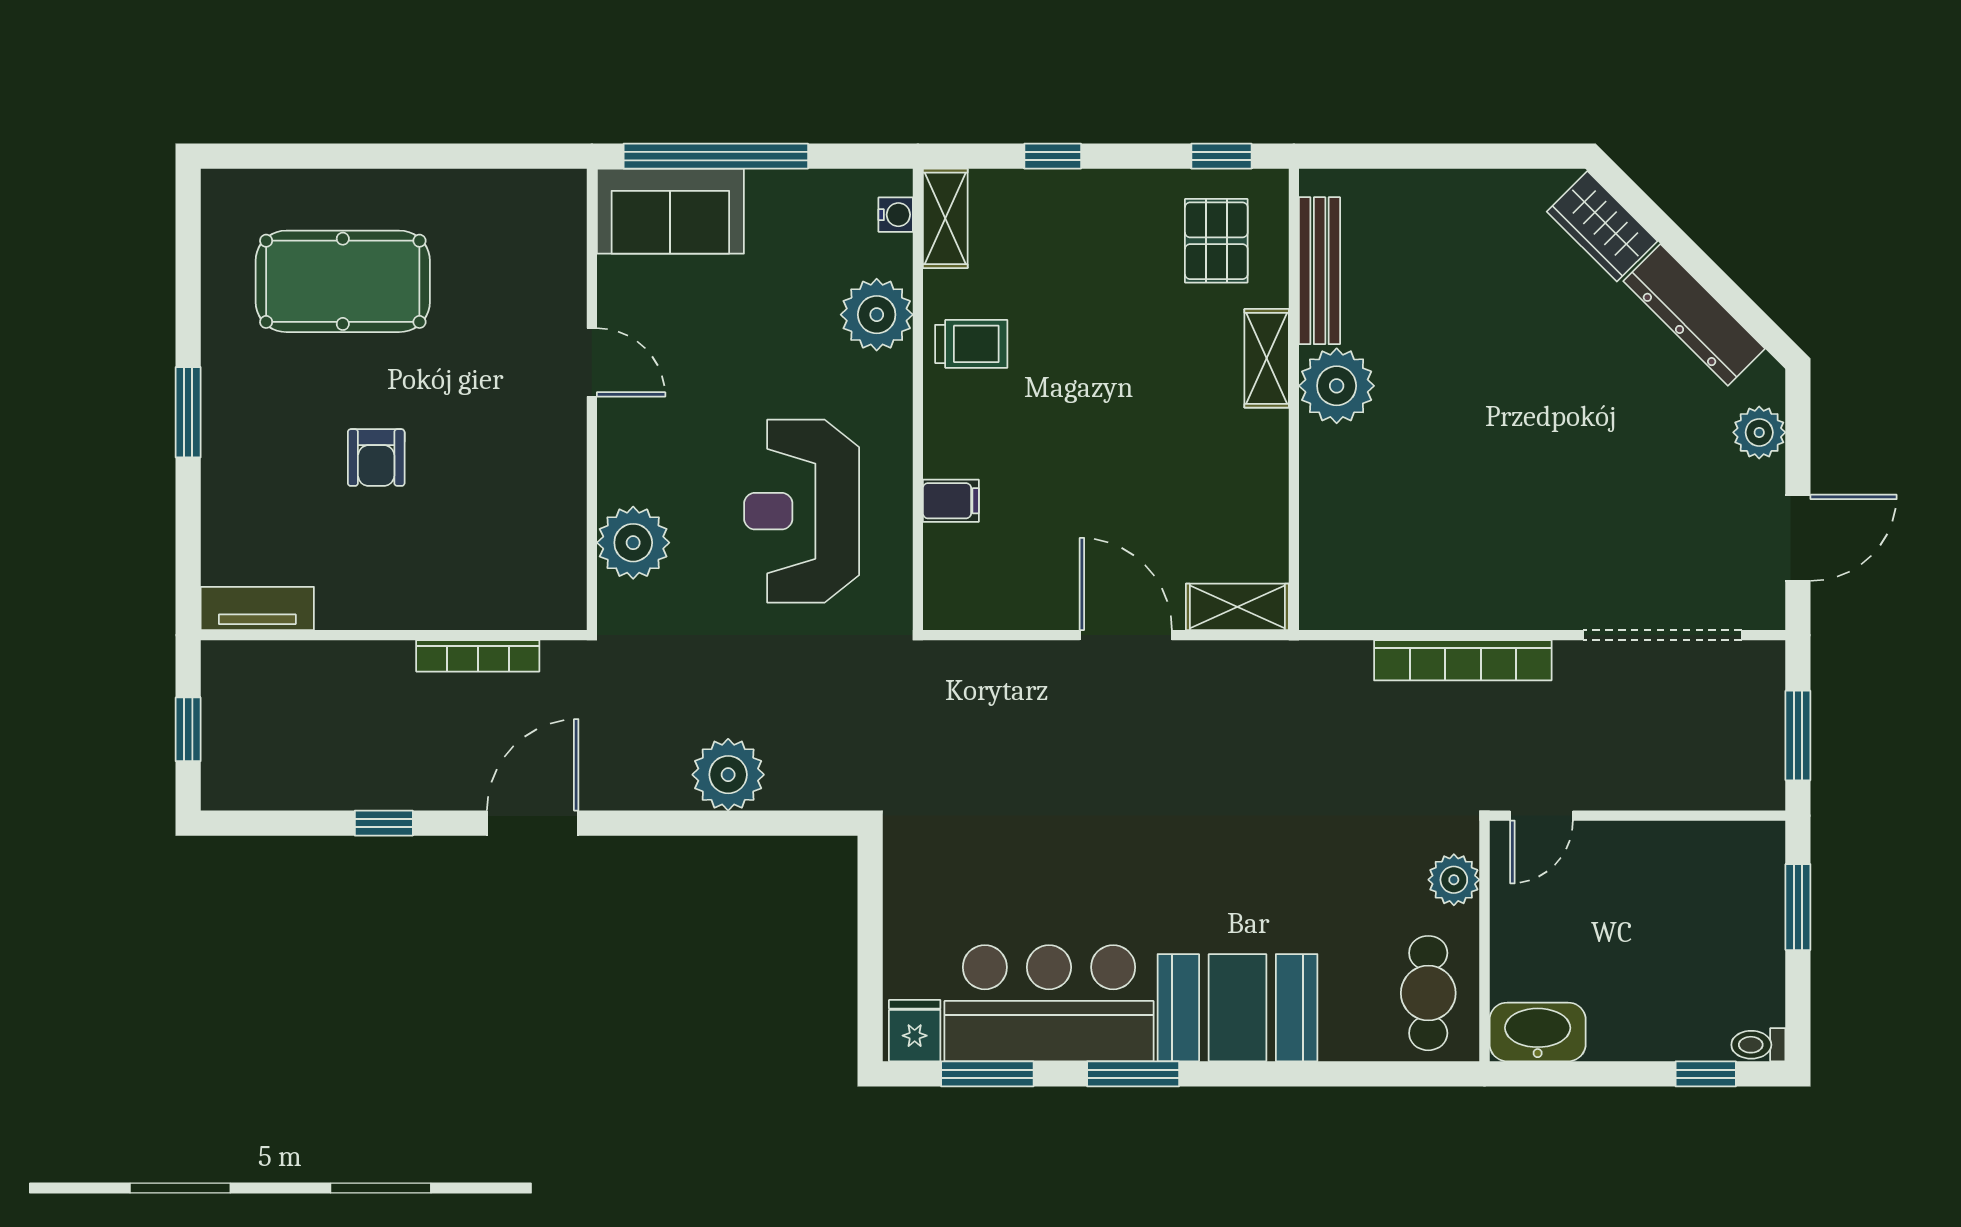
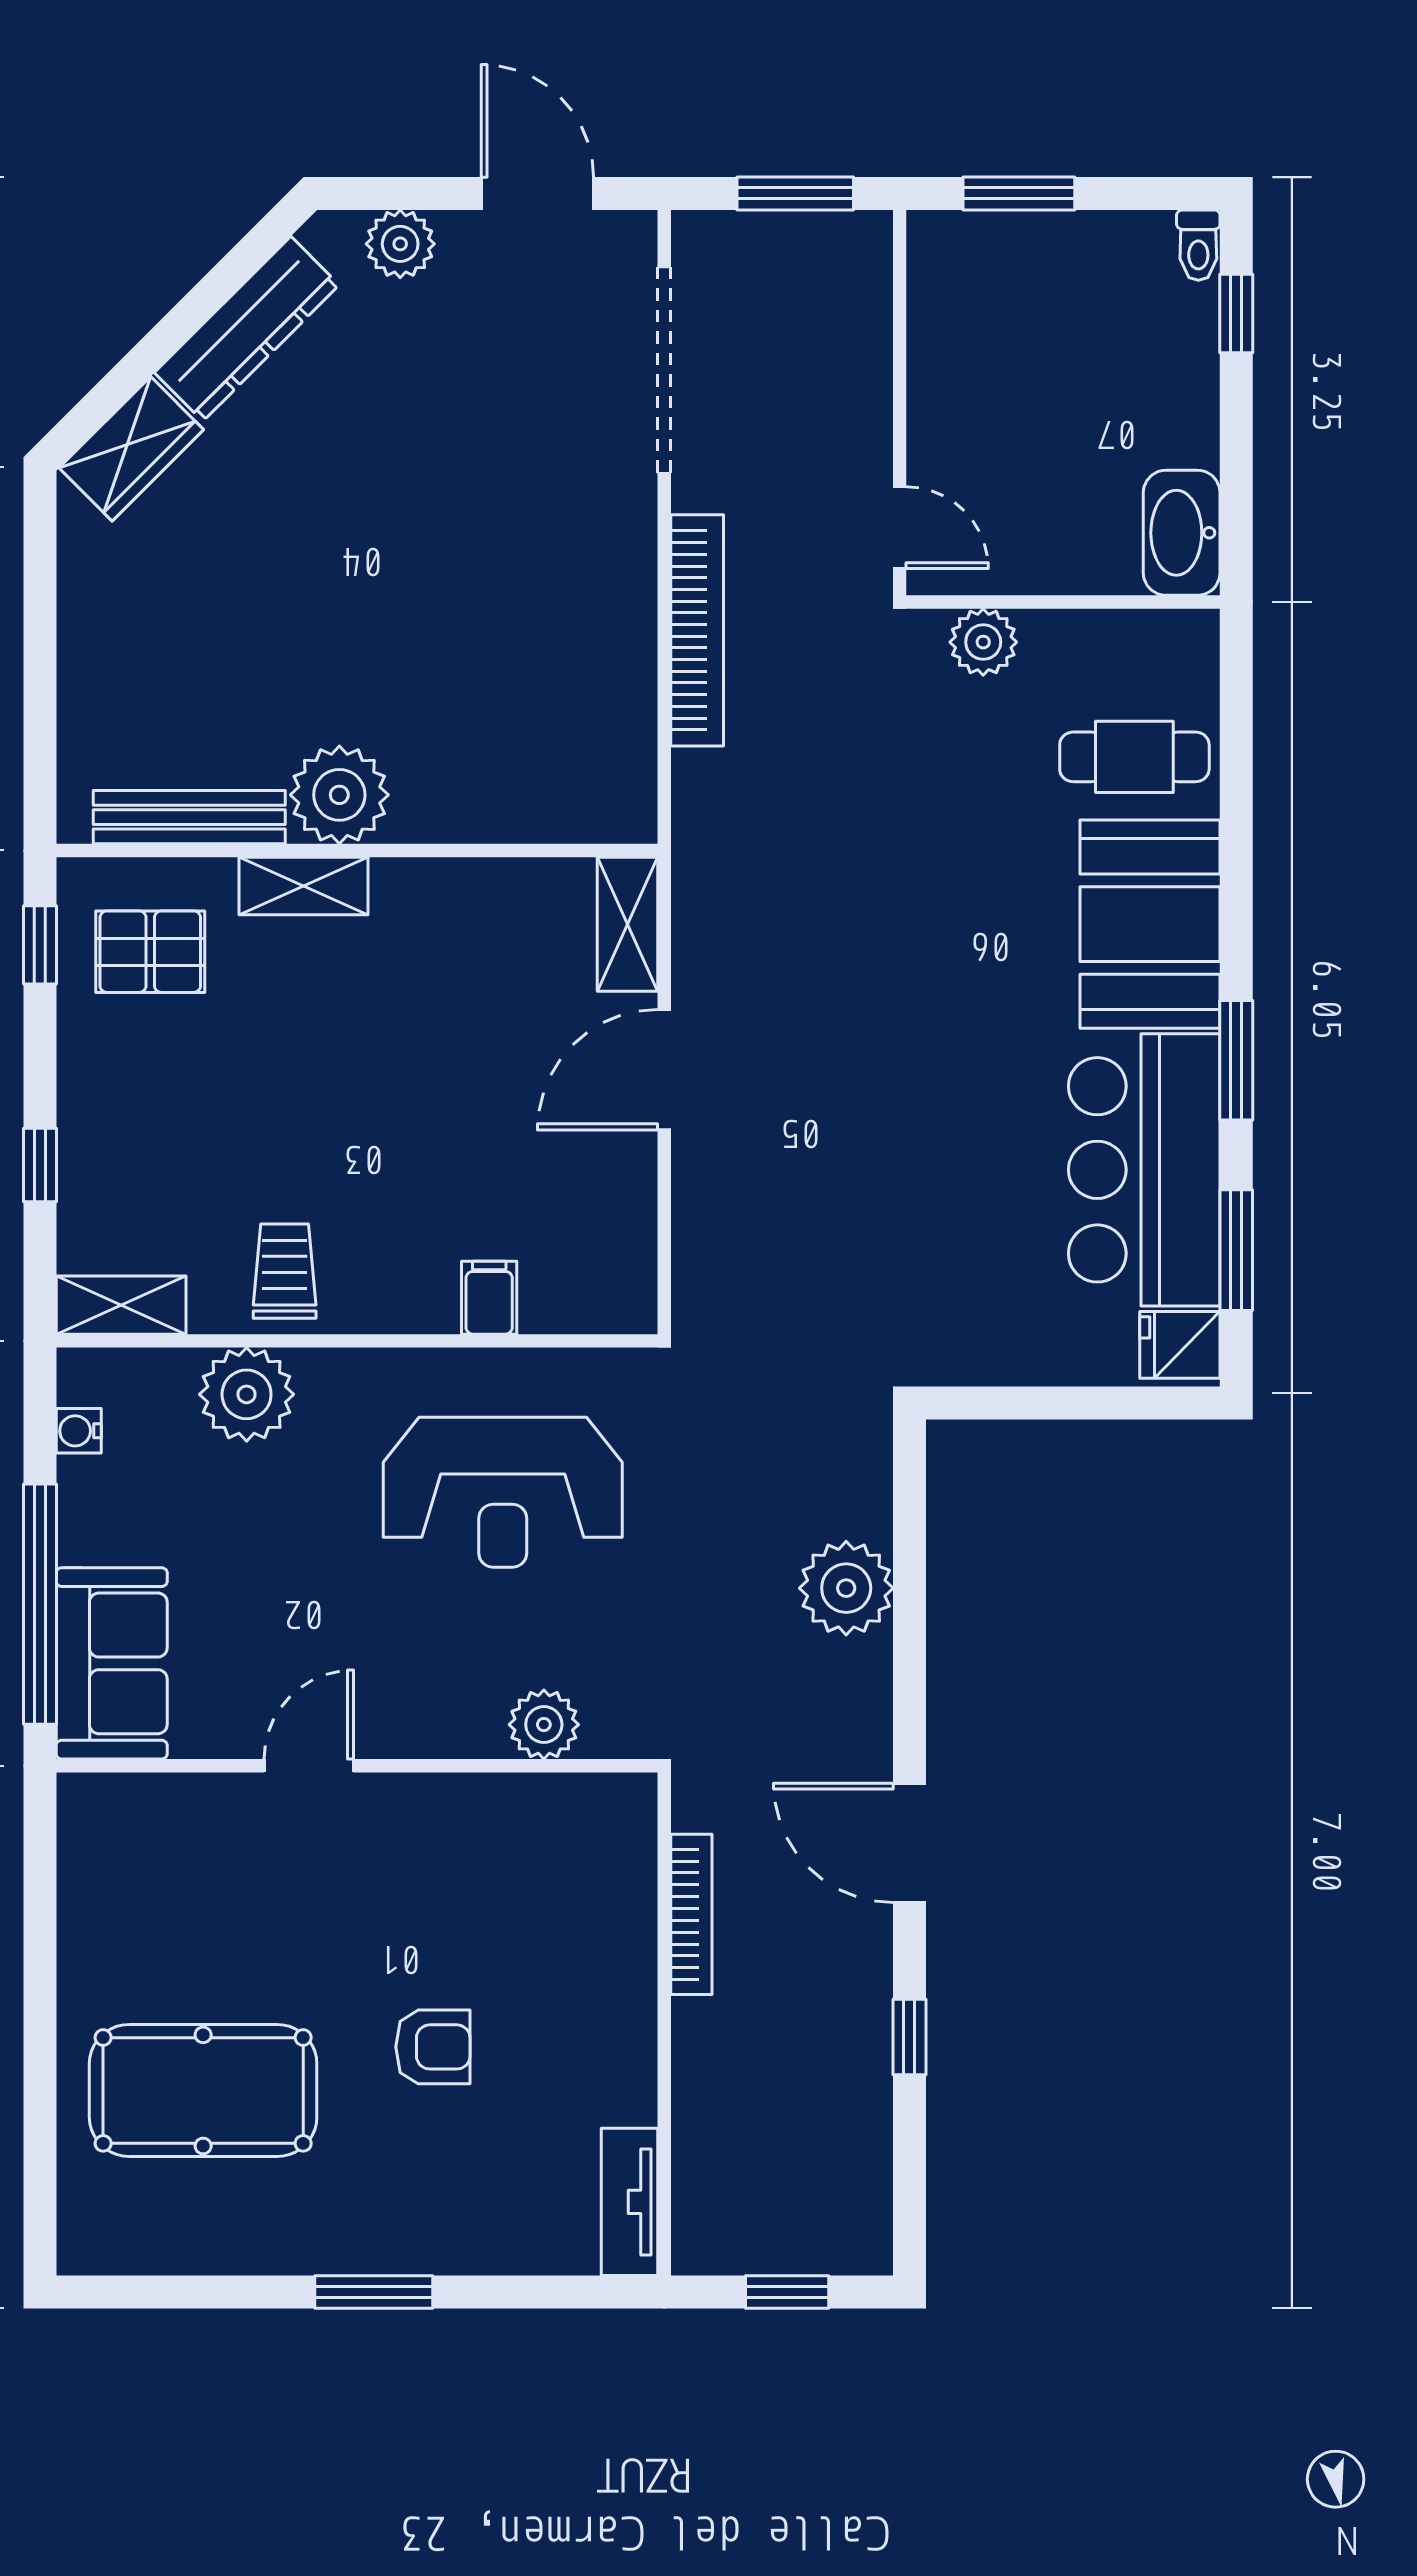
water cooler: (896, 215) -> (79, 1431), moved, turned -90
pool table: (343, 281) -> (203, 2090), turned 90
plant: (633, 543) -> (544, 1725), width x0.73, depth x0.73
cafe table: (1428, 993) -> (1134, 757), moved

